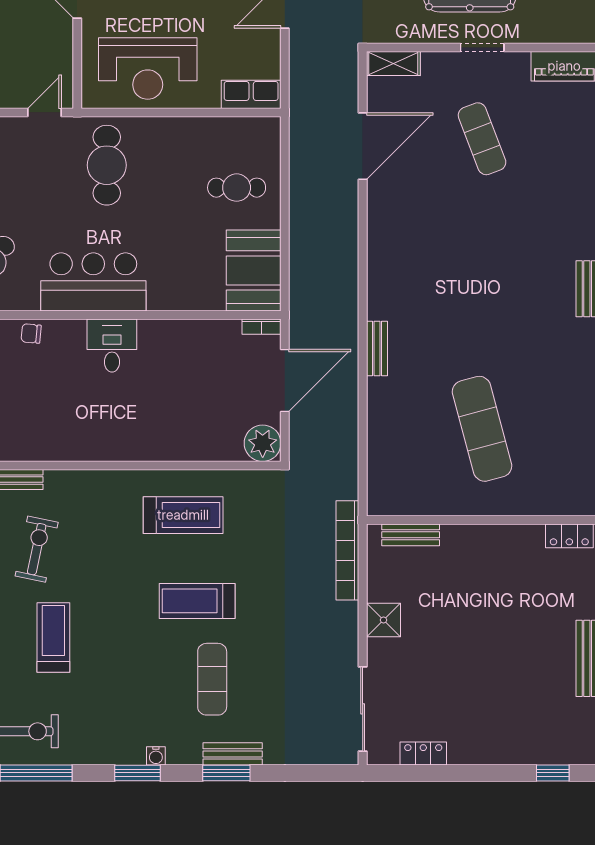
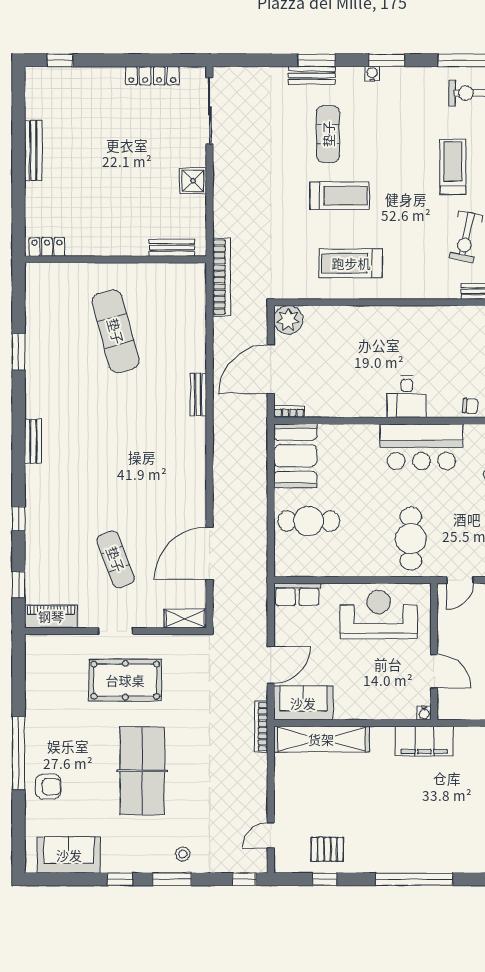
cafe table: (237, 188) -> (309, 521), width x1.37, depth x1.35
bookcase: (347, 550) -> (221, 277), moved
treadmill: (53, 638) -> (453, 167), turned 180
locker: (423, 753) -> (152, 76), width x1.53

